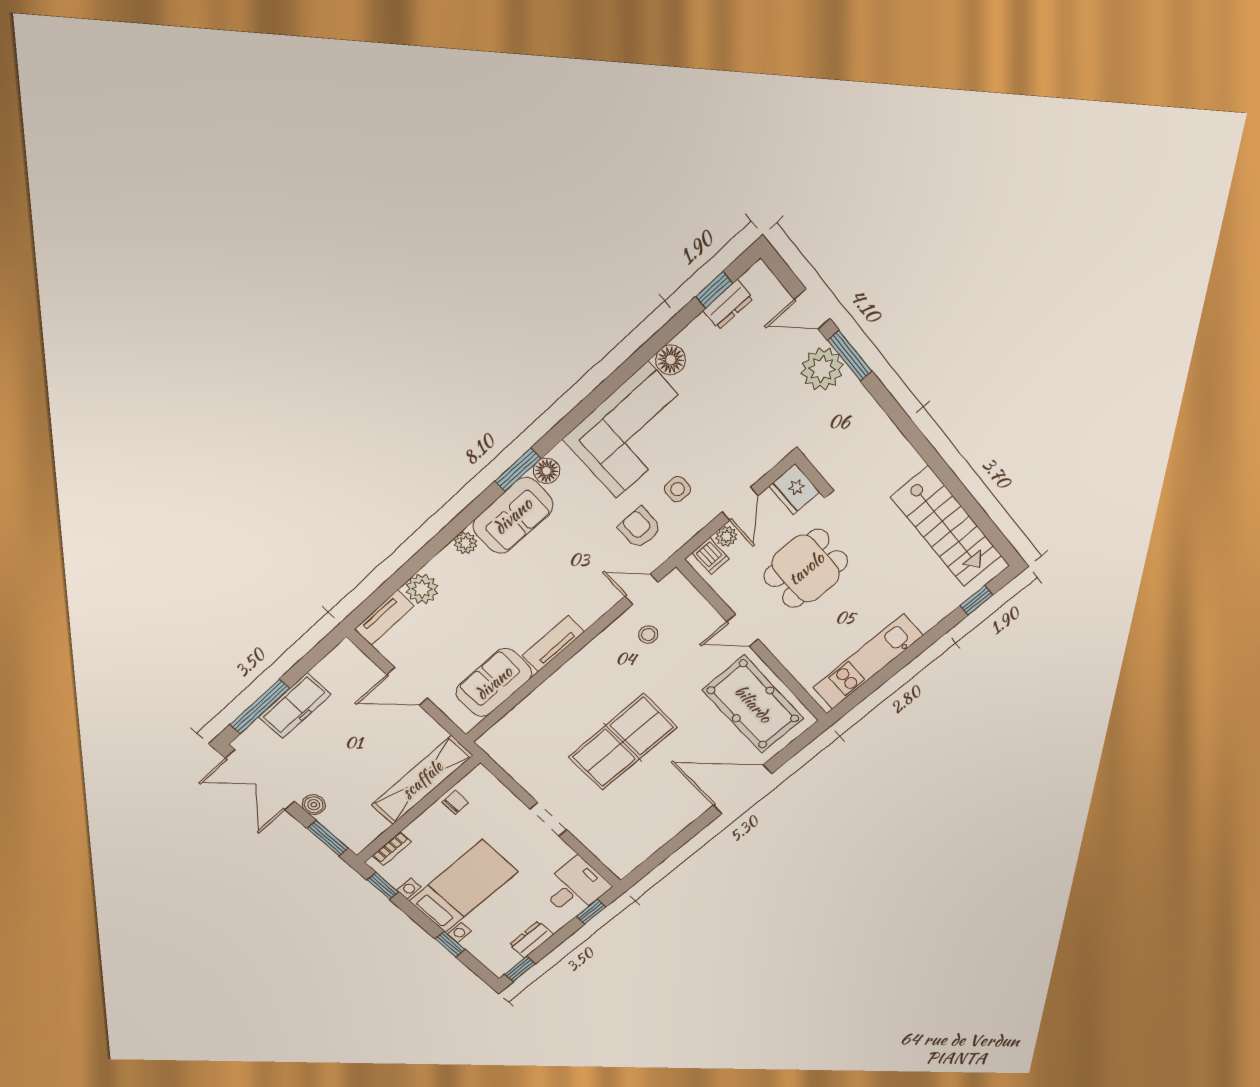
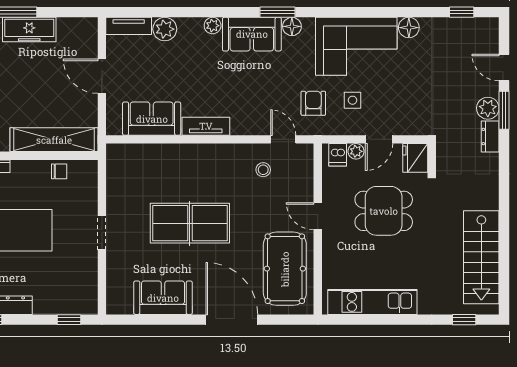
dresser: (728, 305) -> (490, 137), moved, turned 90
plant: (822, 369) -> (488, 108), width x0.73, depth x0.73
sofa: (660, 825) -> (163, 298), added
desk: (575, 887) -> (75, 293), removed

